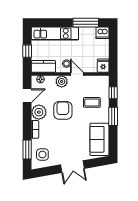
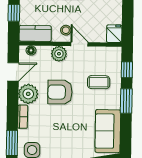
armchair: (63, 110) -> (60, 92), turned -90

